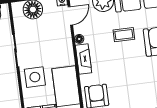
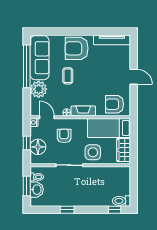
armchair: (50, 40) -> (64, 136), added

